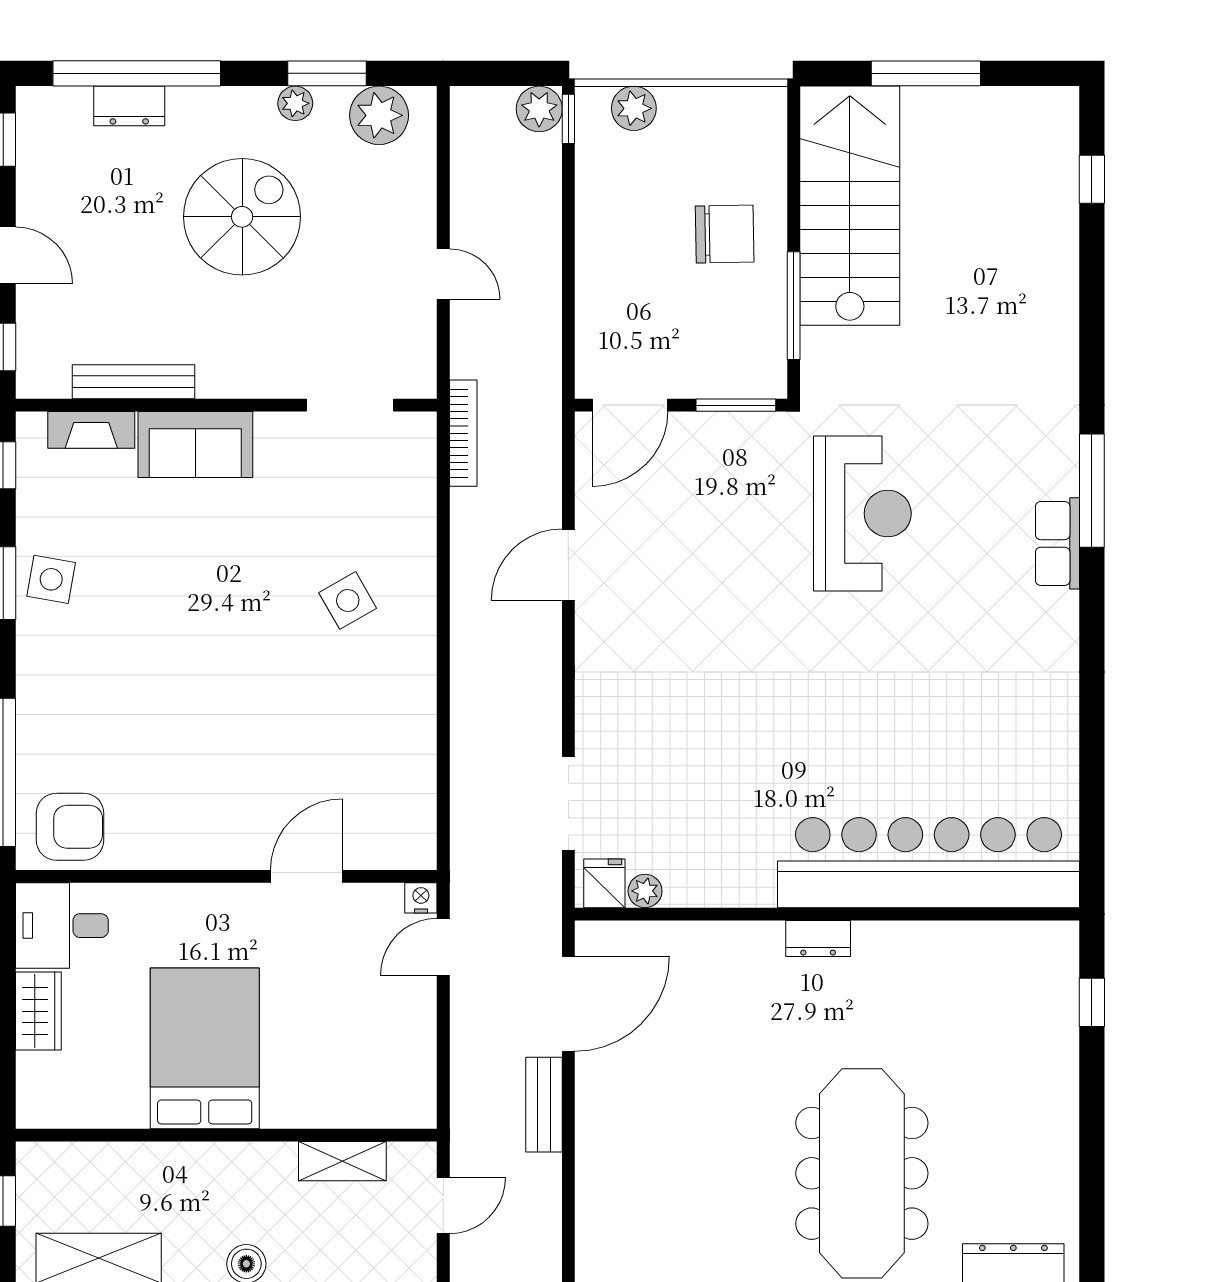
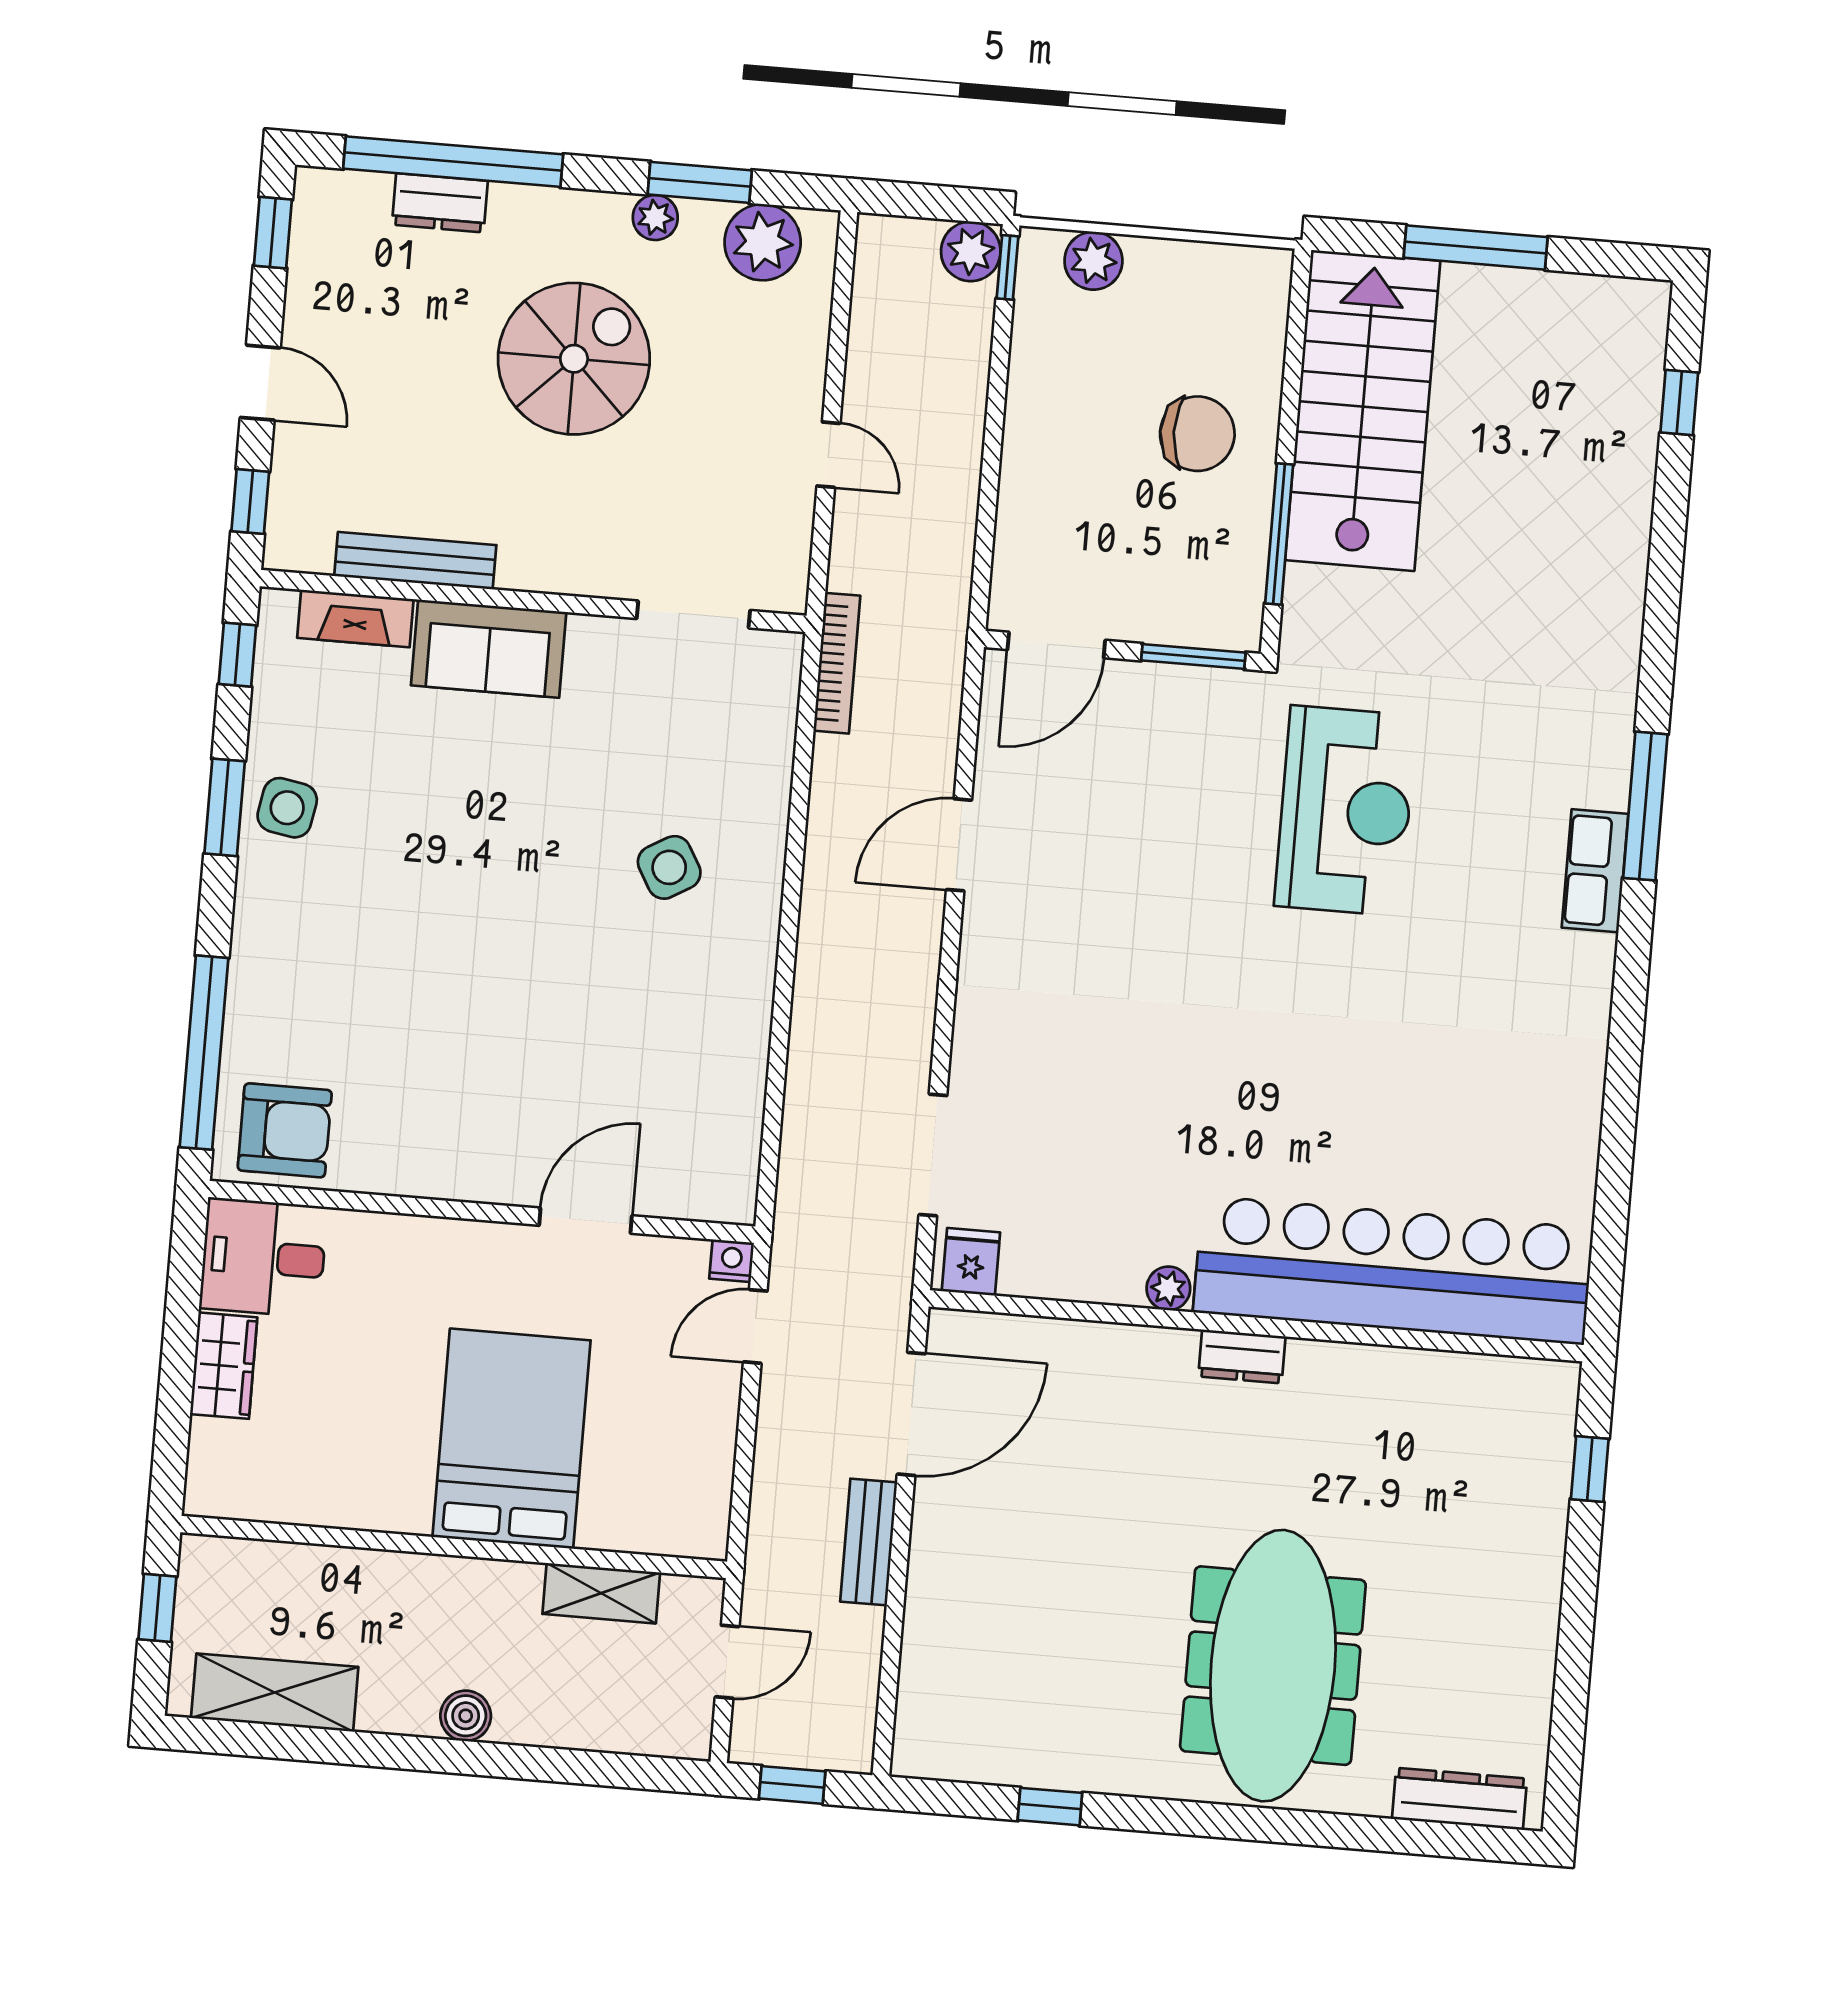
plant: (645, 891) -> (1168, 1288), moved
bed: (205, 1048) -> (512, 1439), moved

